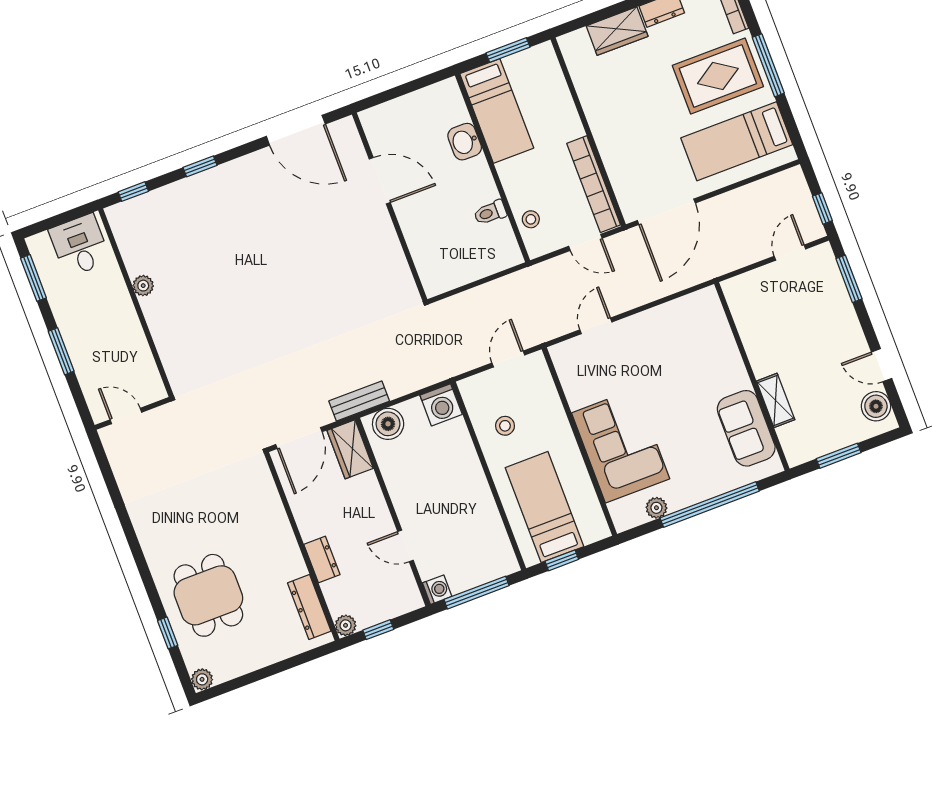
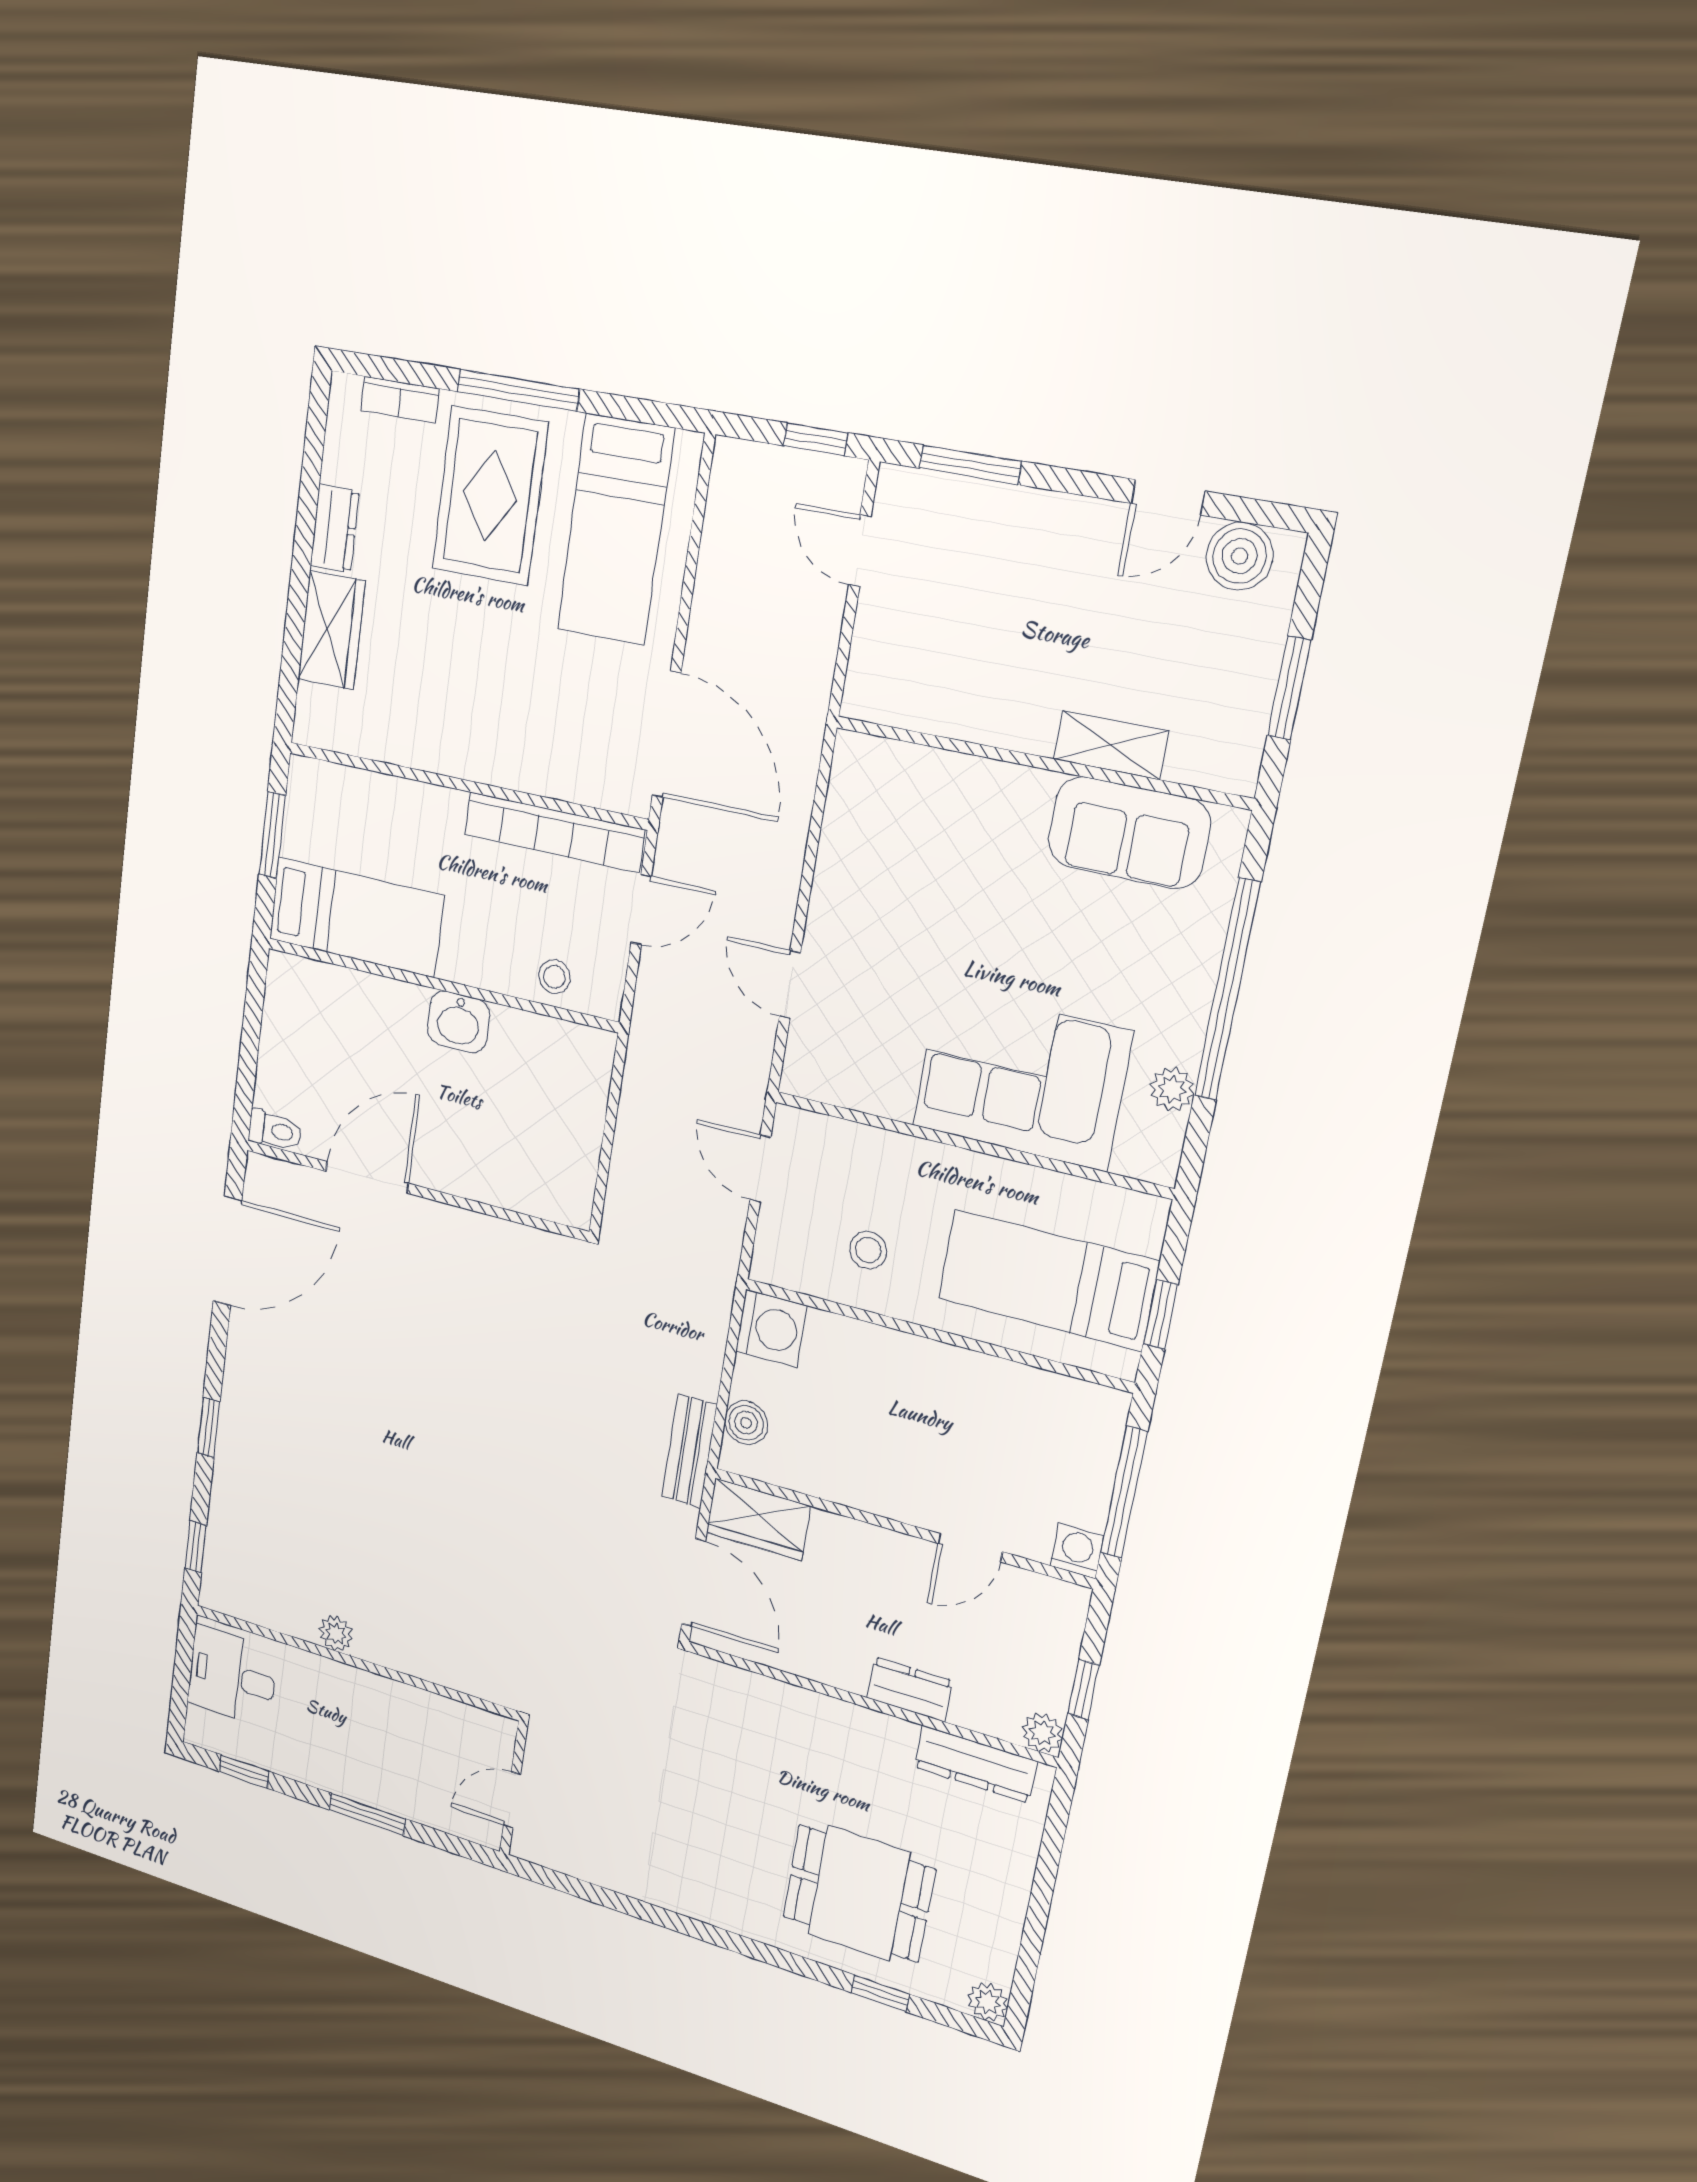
washbasin: (465, 142) -> (458, 1022), moved
toilet: (490, 213) -> (275, 1130), moved, turned -90
window: (33, 278) -> (244, 1771), width x0.67
boiler: (388, 424) -> (746, 1423), width x0.73, depth x0.73

